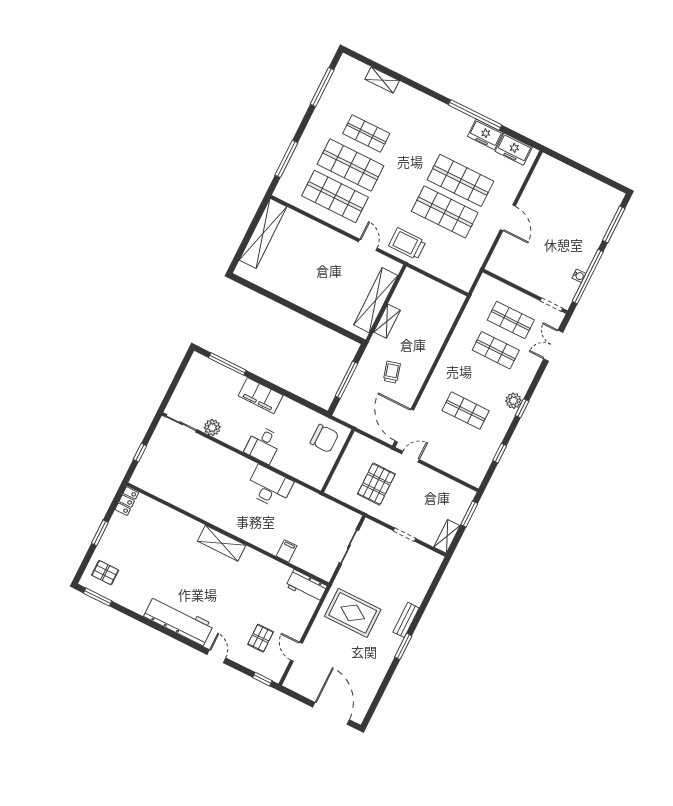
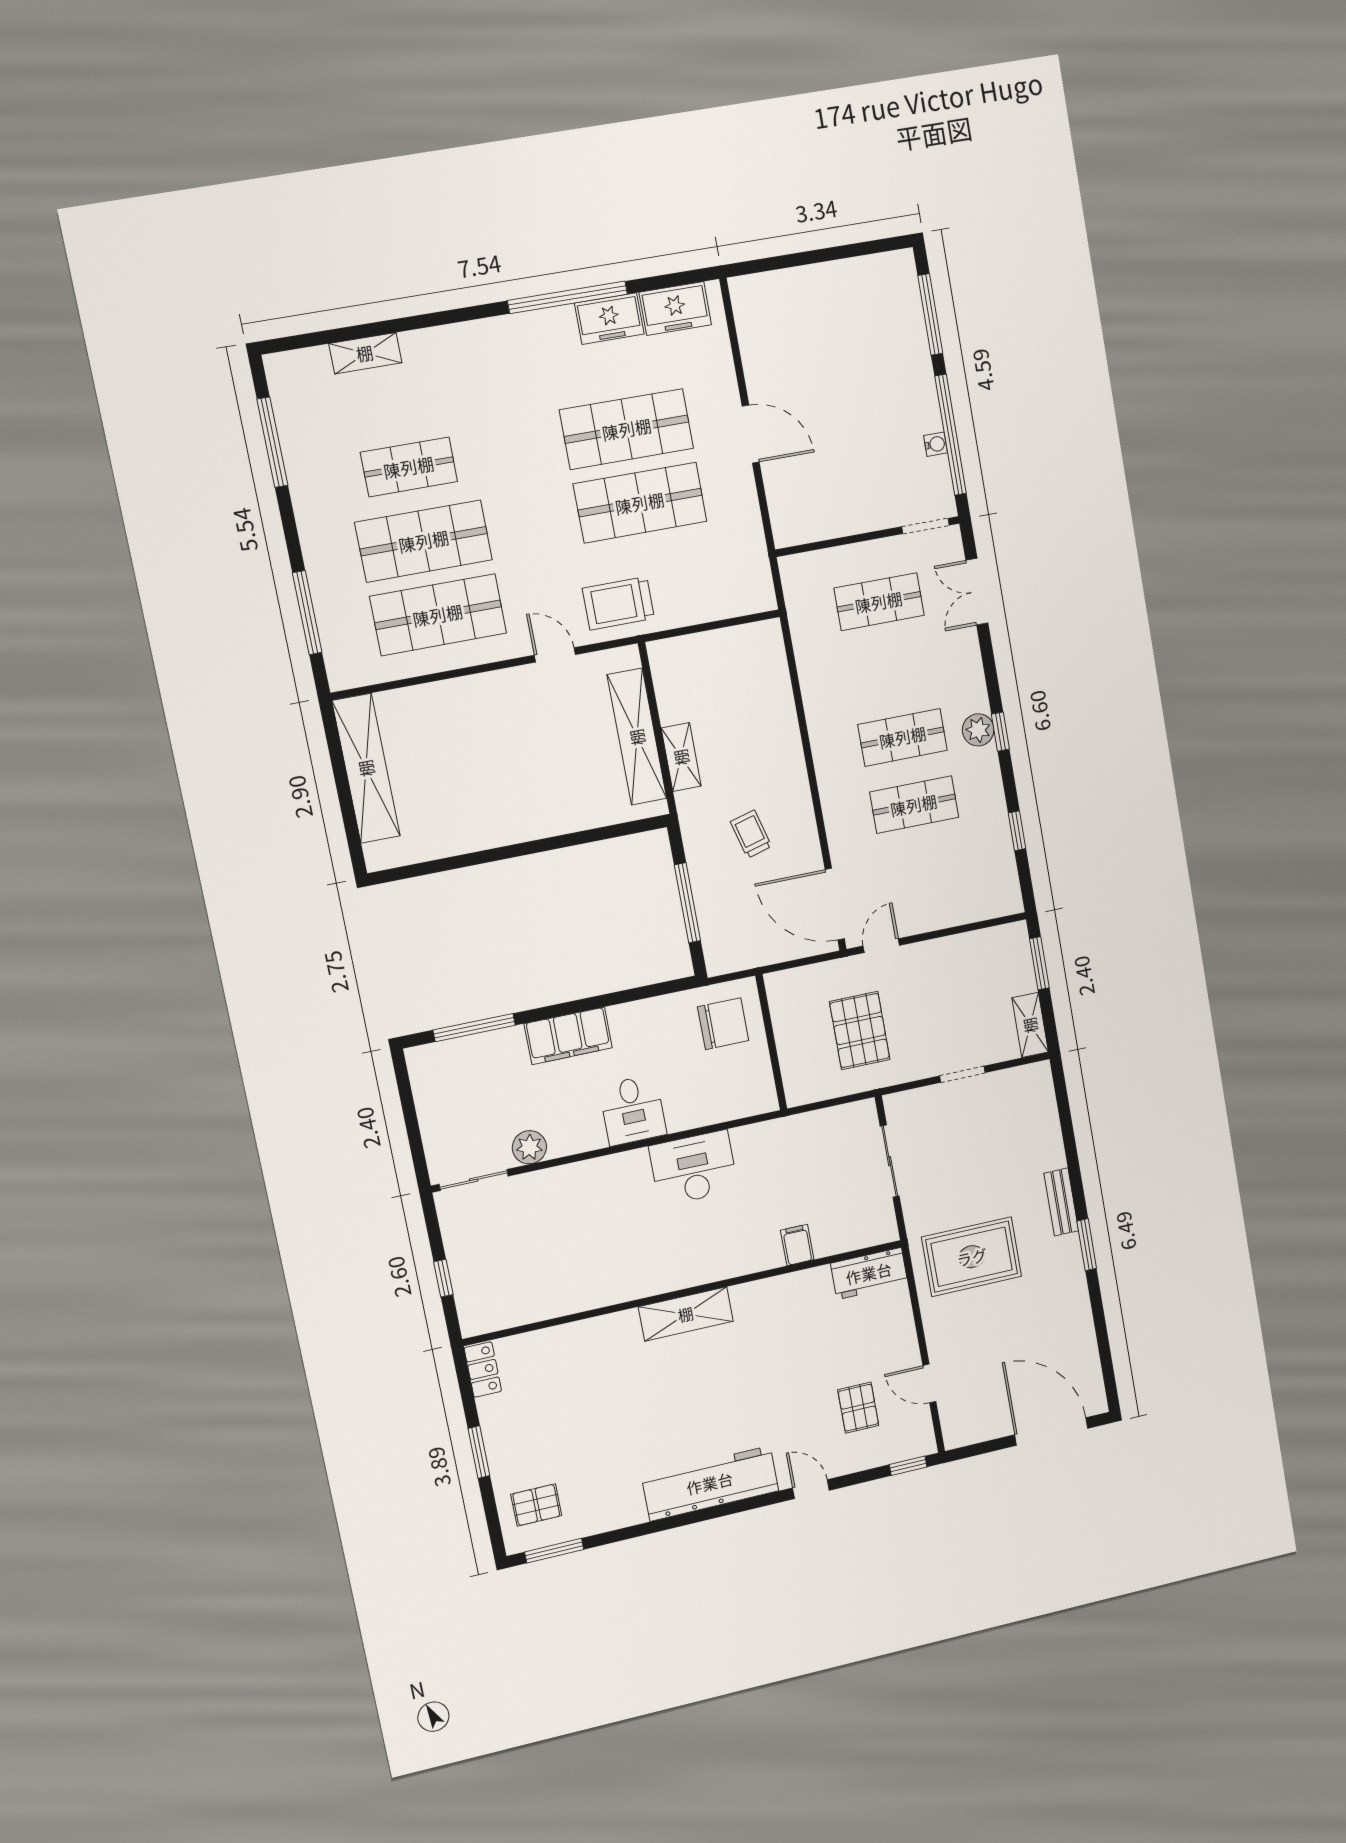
shop shelf: (496, 350) -> (903, 737), moved

